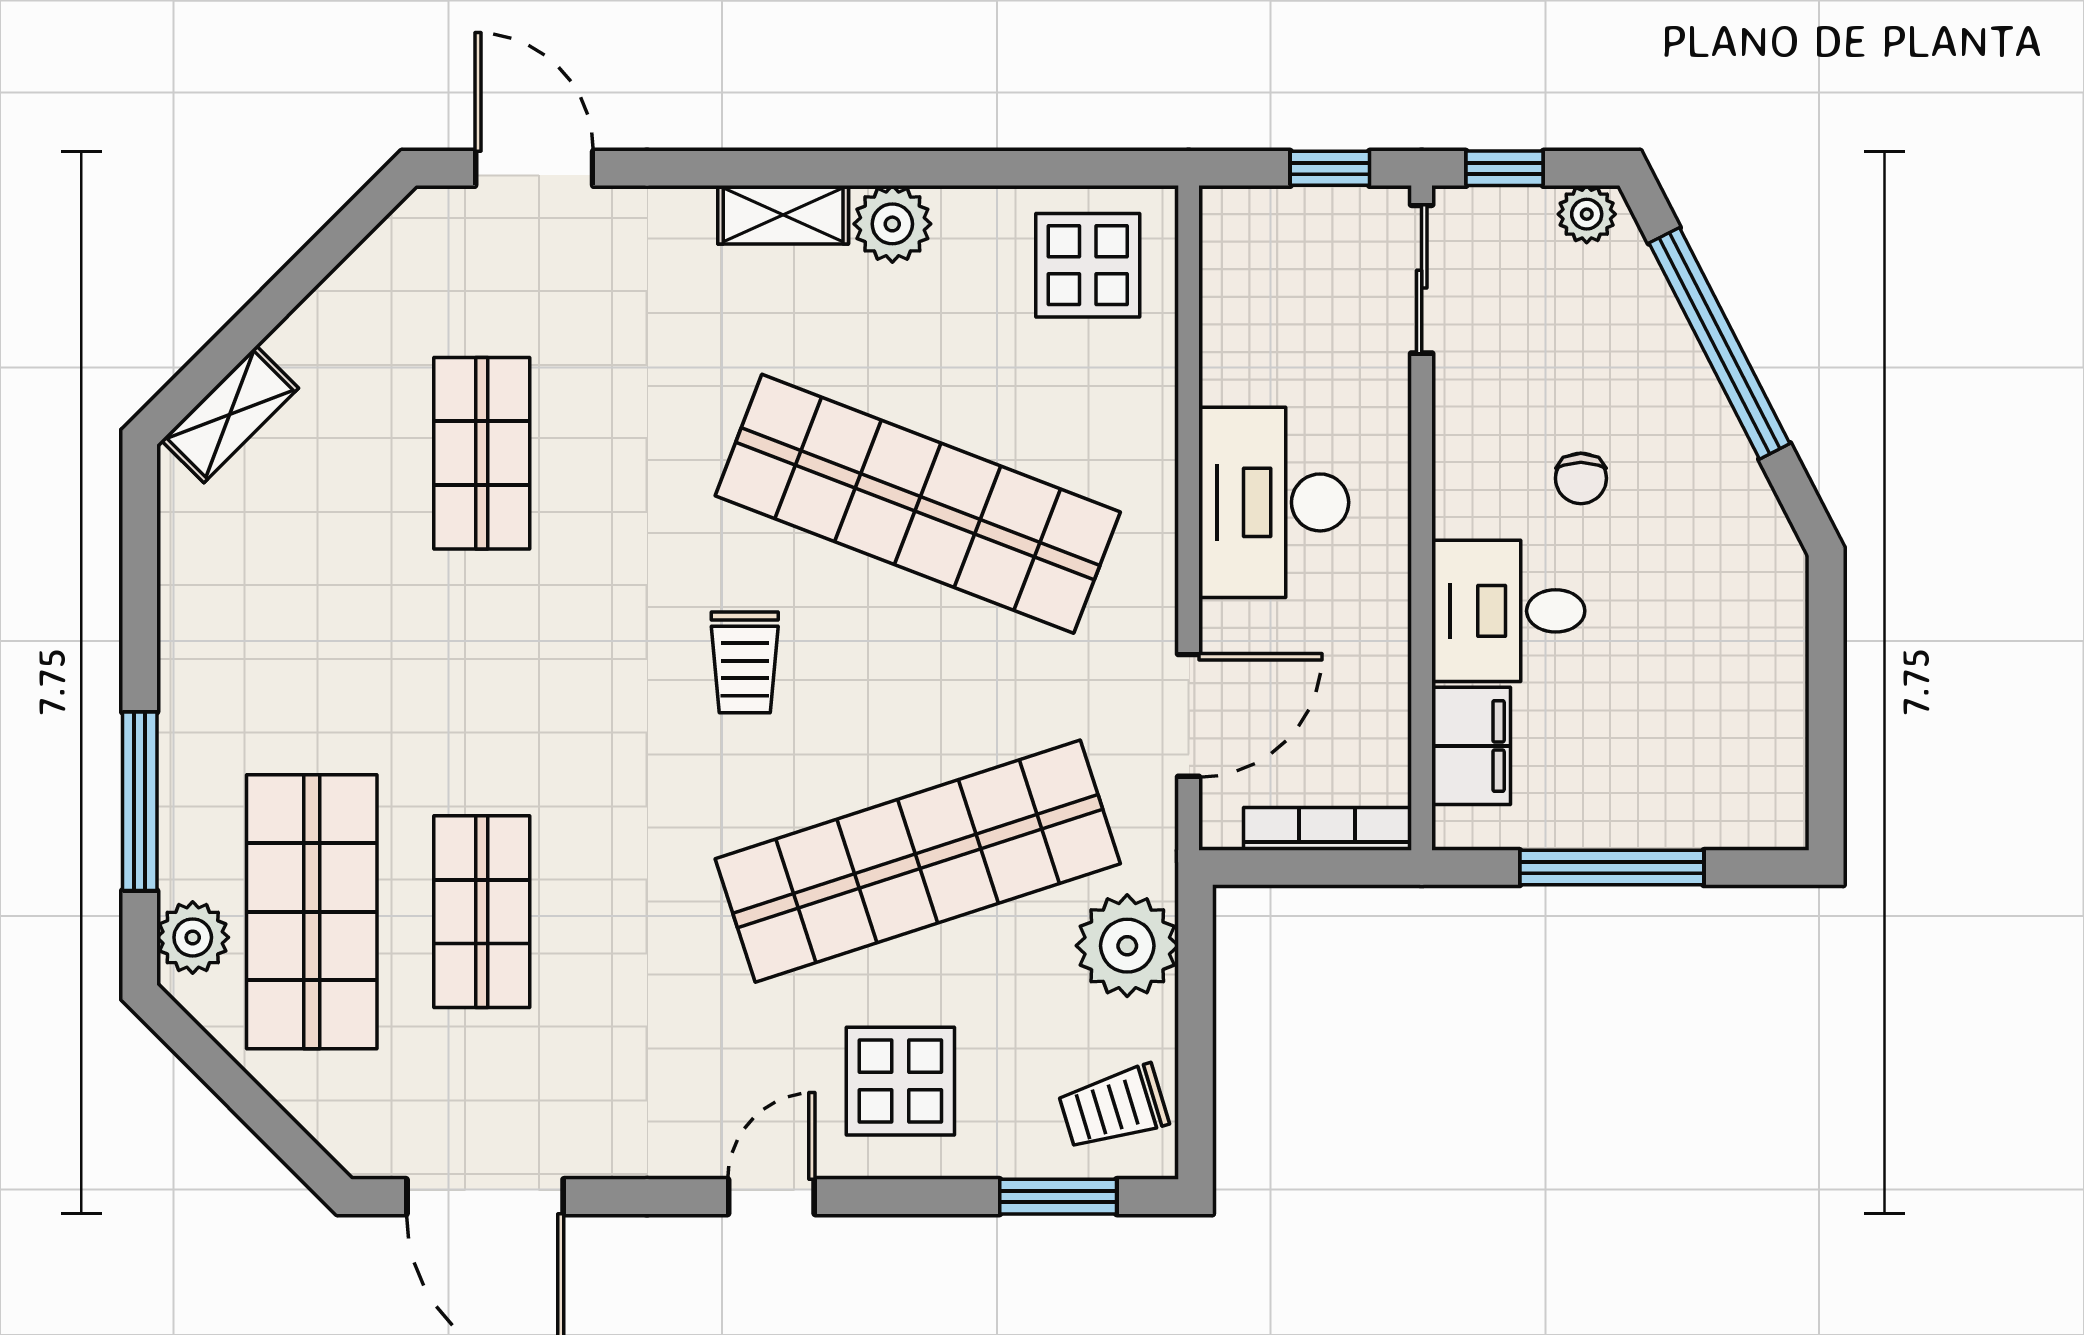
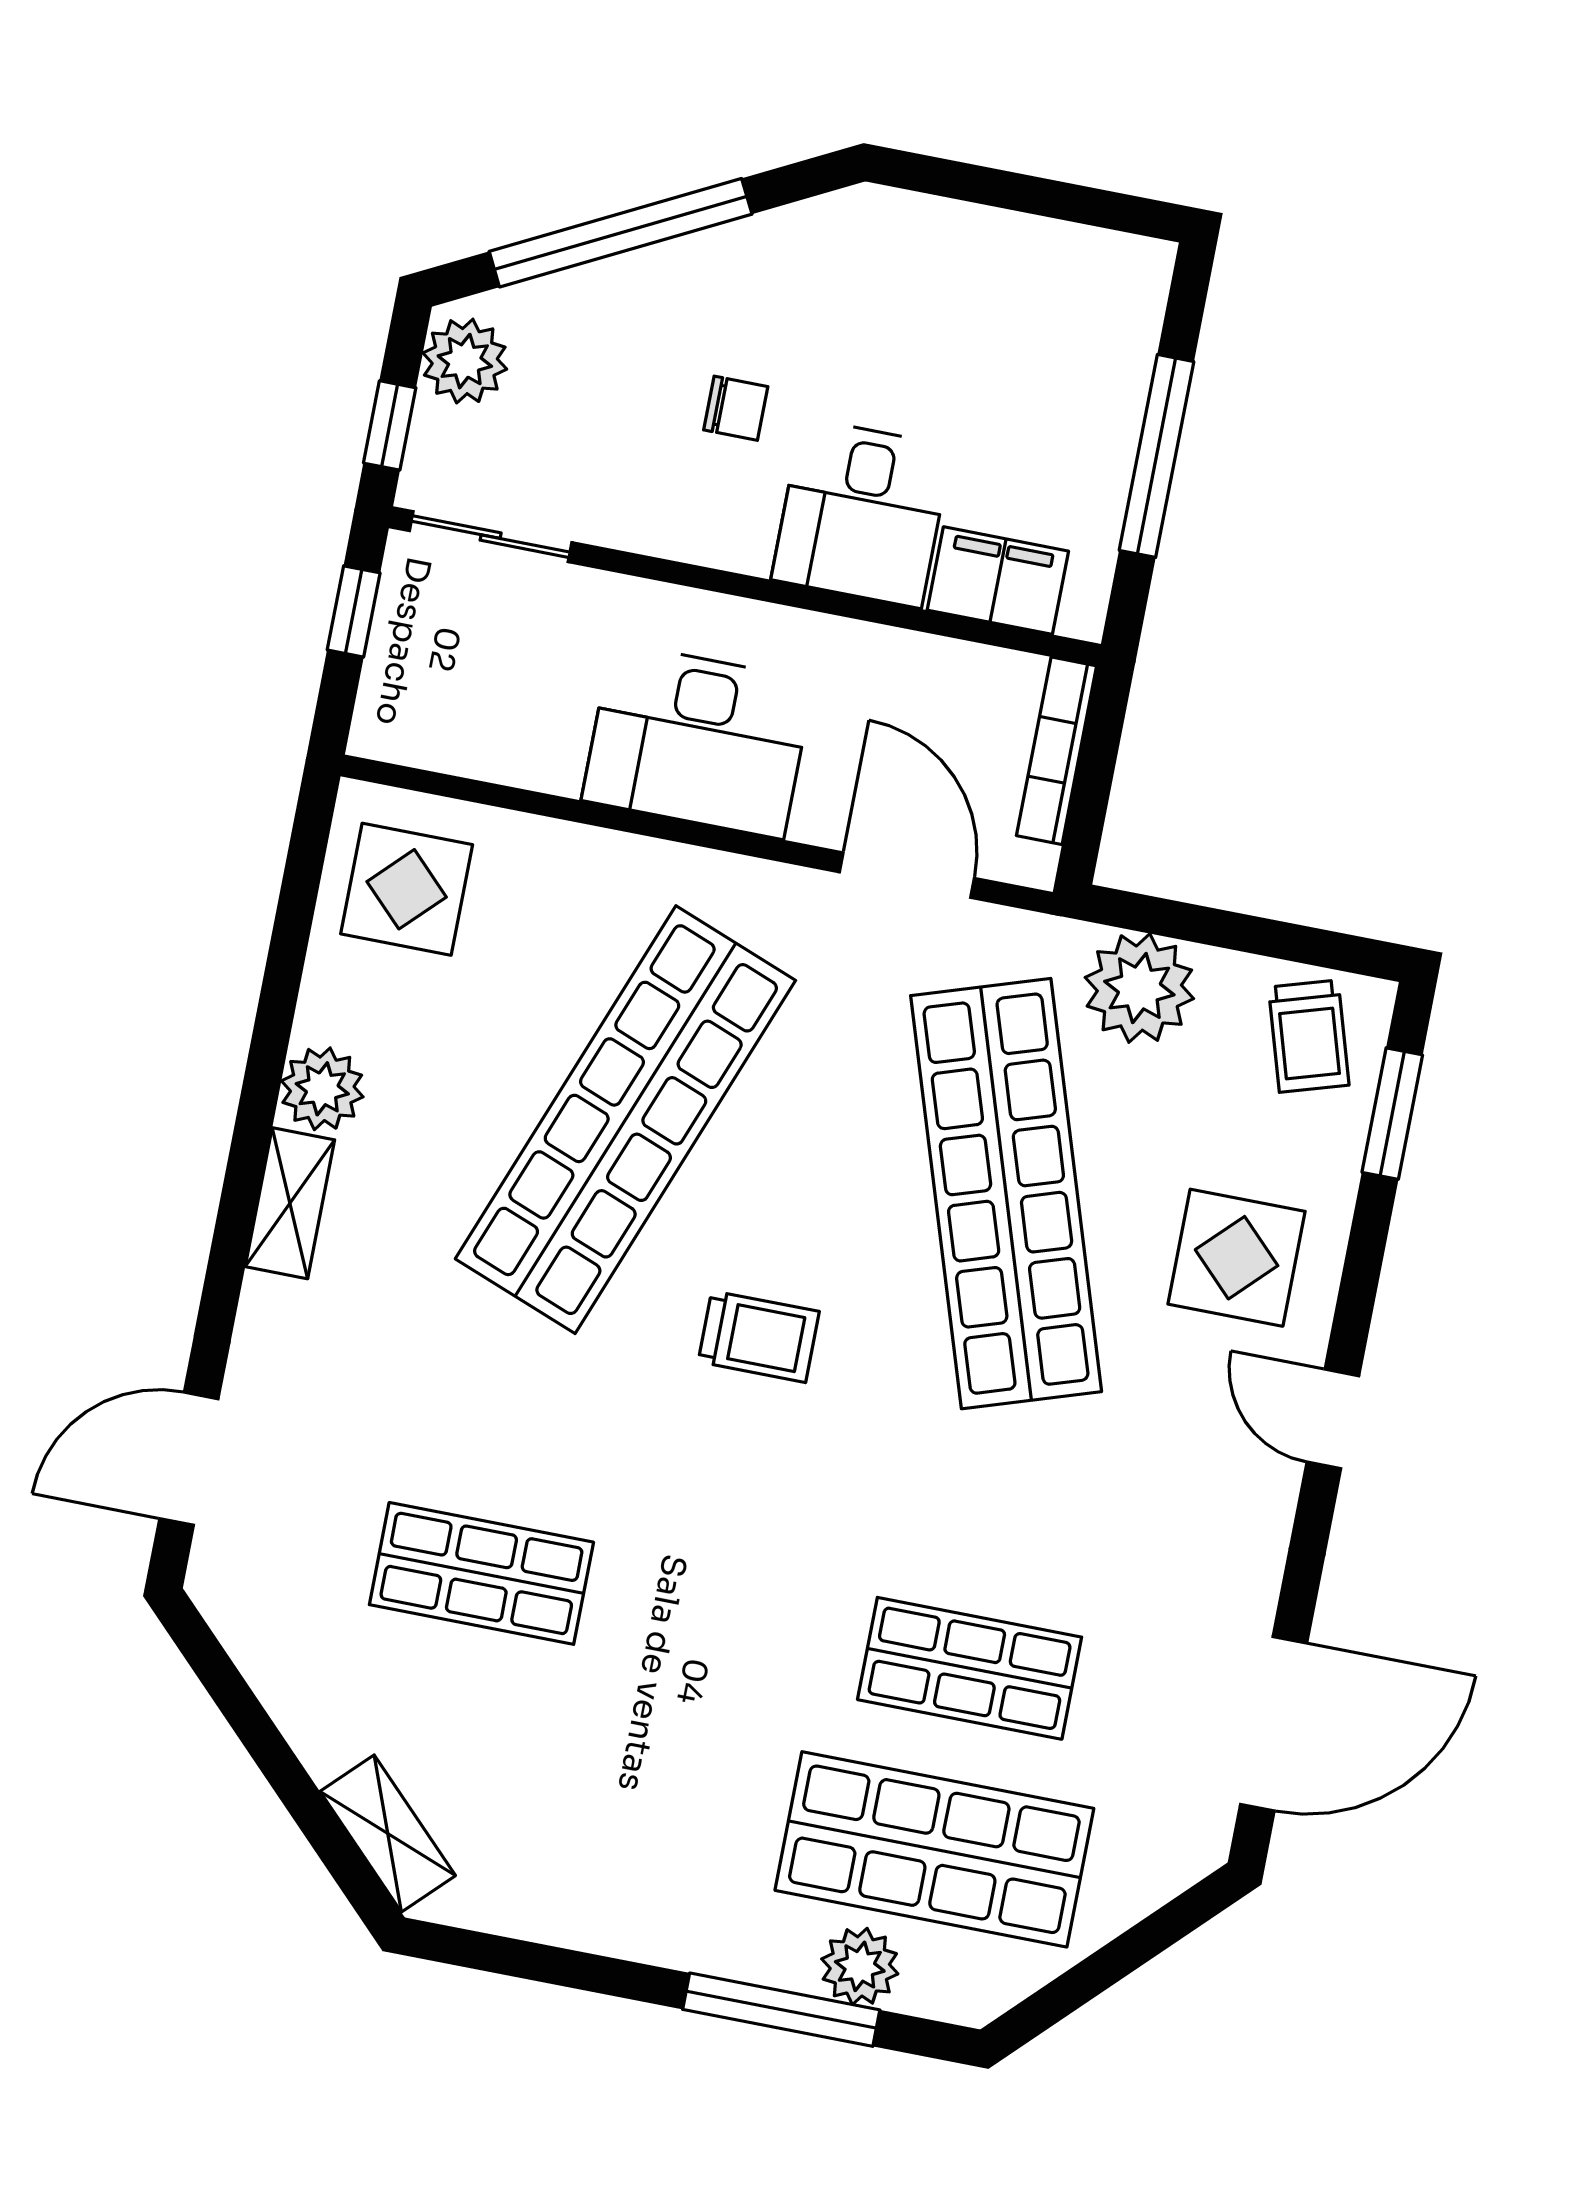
plant: (1587, 214) -> (465, 361), width x1.38, depth x1.38
plant: (193, 937) -> (860, 1966), moved

